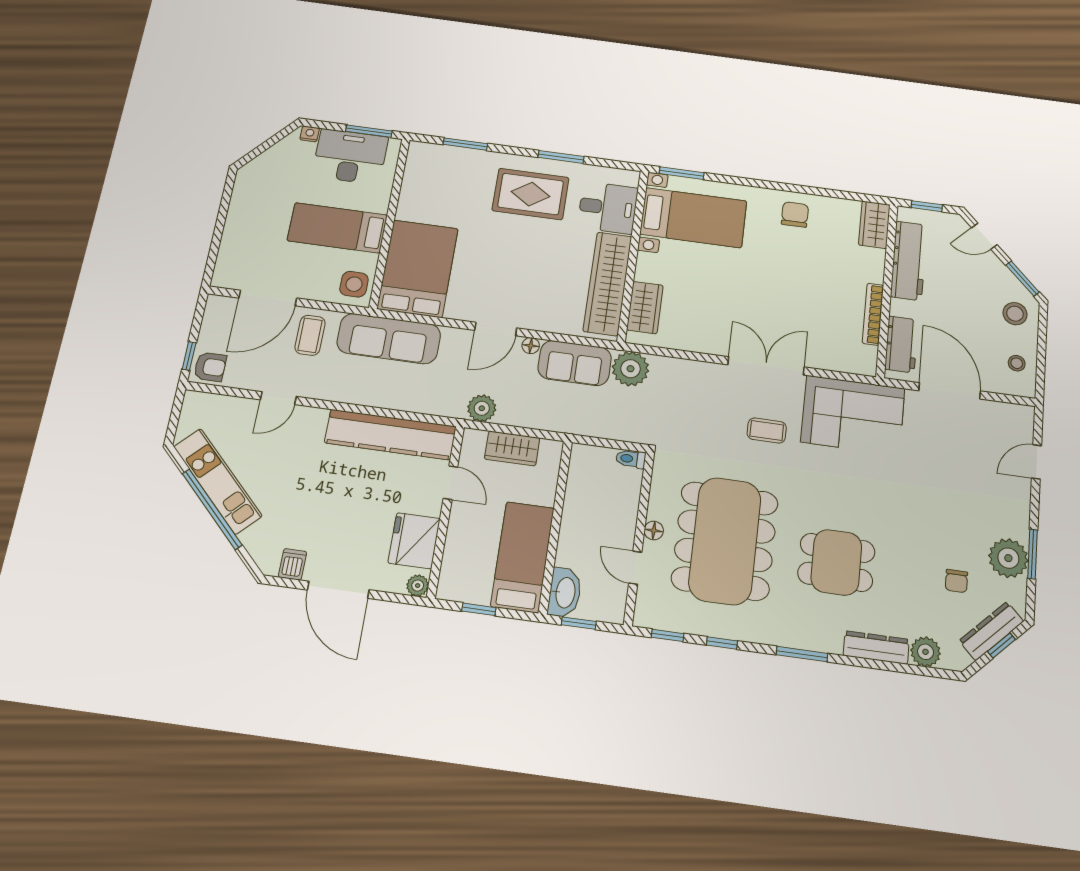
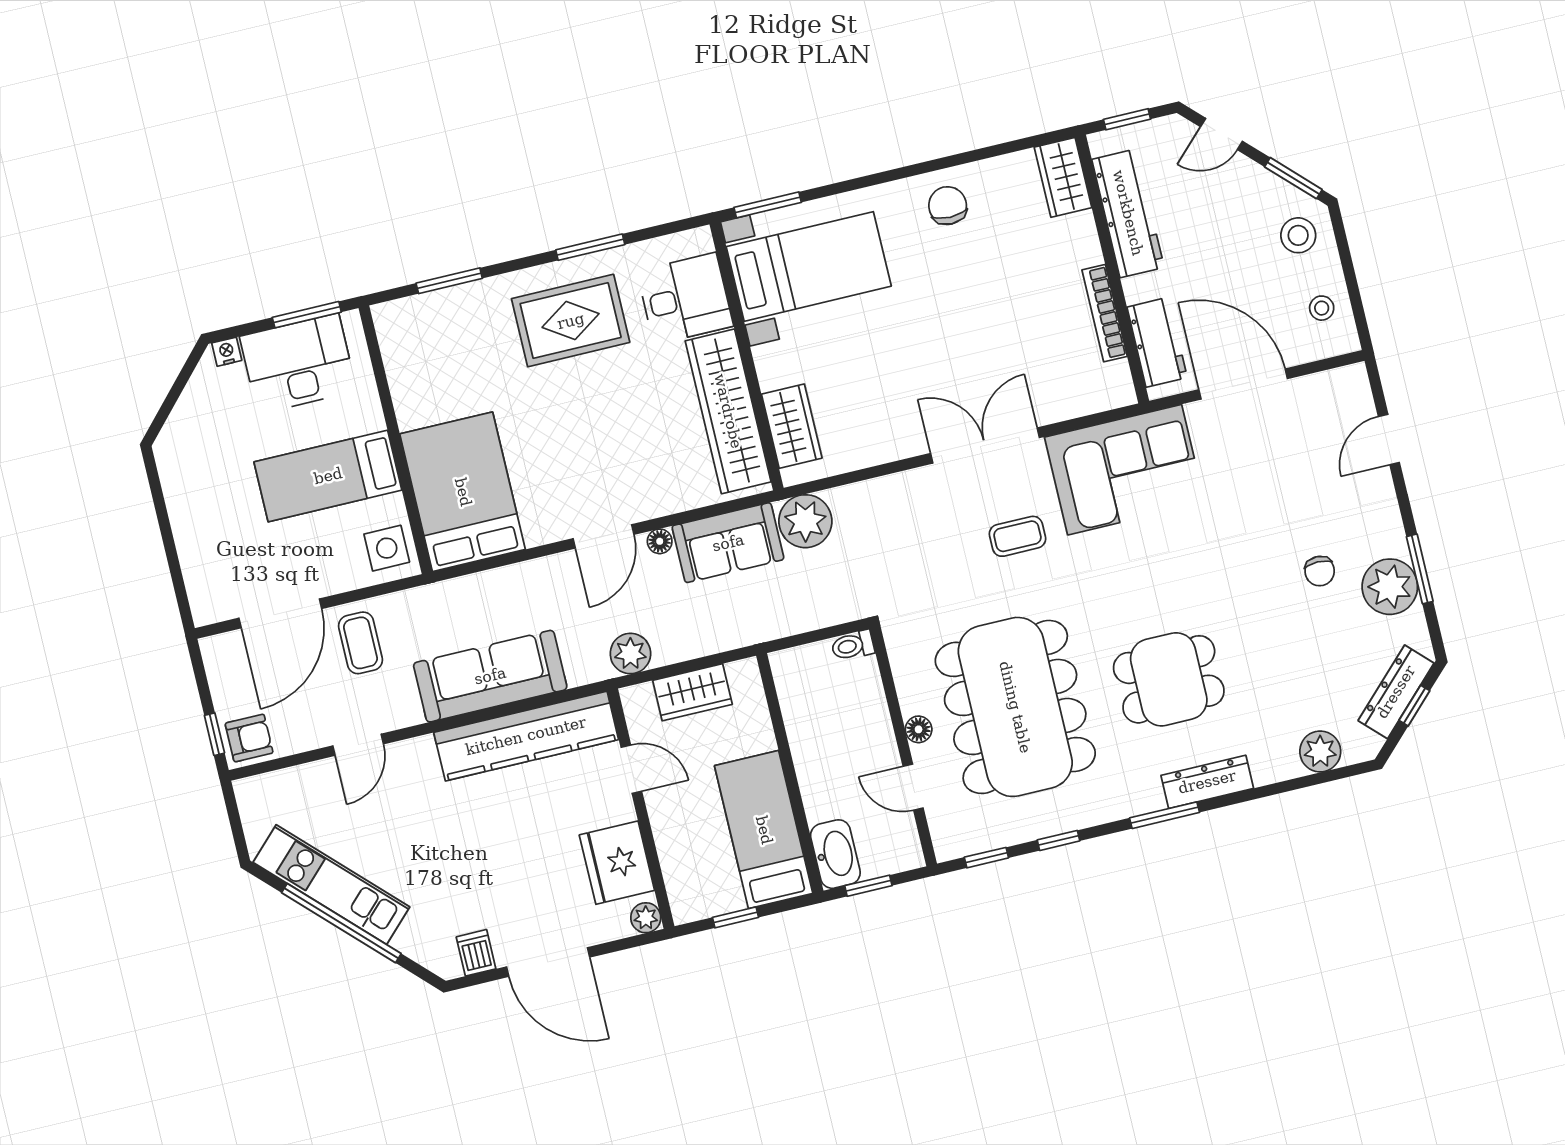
sofa: (389, 339) -> (490, 676), moved, turned 180
chair: (956, 581) -> (1320, 571), moved
dresser: (876, 647) -> (1207, 782), moved

